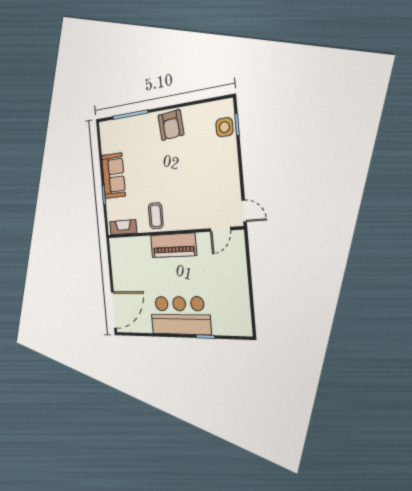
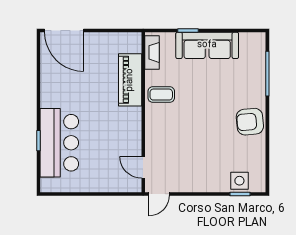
sofa: (113, 176) -> (207, 45), width x1.36
piano: (173, 245) -> (130, 80), moved
bar counter: (180, 315) -> (59, 143), moved

